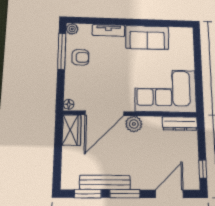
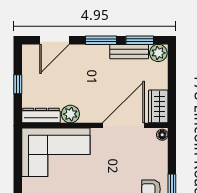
plant: (134, 124) -> (70, 114), moved
window: (203, 169) -> (18, 84), moved
plant: (70, 181) -> (158, 53), added
bench: (105, 182) -> (129, 52), width x0.73

